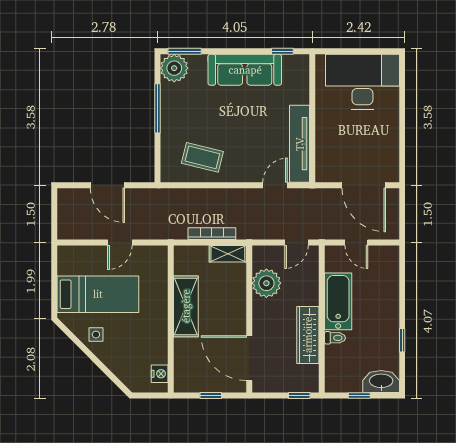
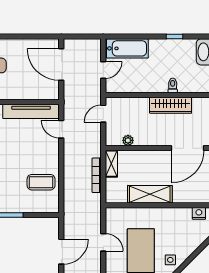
coffee table: (202, 157) -> (41, 182), turned 76
door: (364, 185) -> (61, 64), swing flipped
door: (296, 243) -> (103, 114), swing flipped
plant: (266, 283) -> (128, 140), width x0.53, depth x0.53
bathtub: (338, 301) -> (127, 48), moved, turned 180

